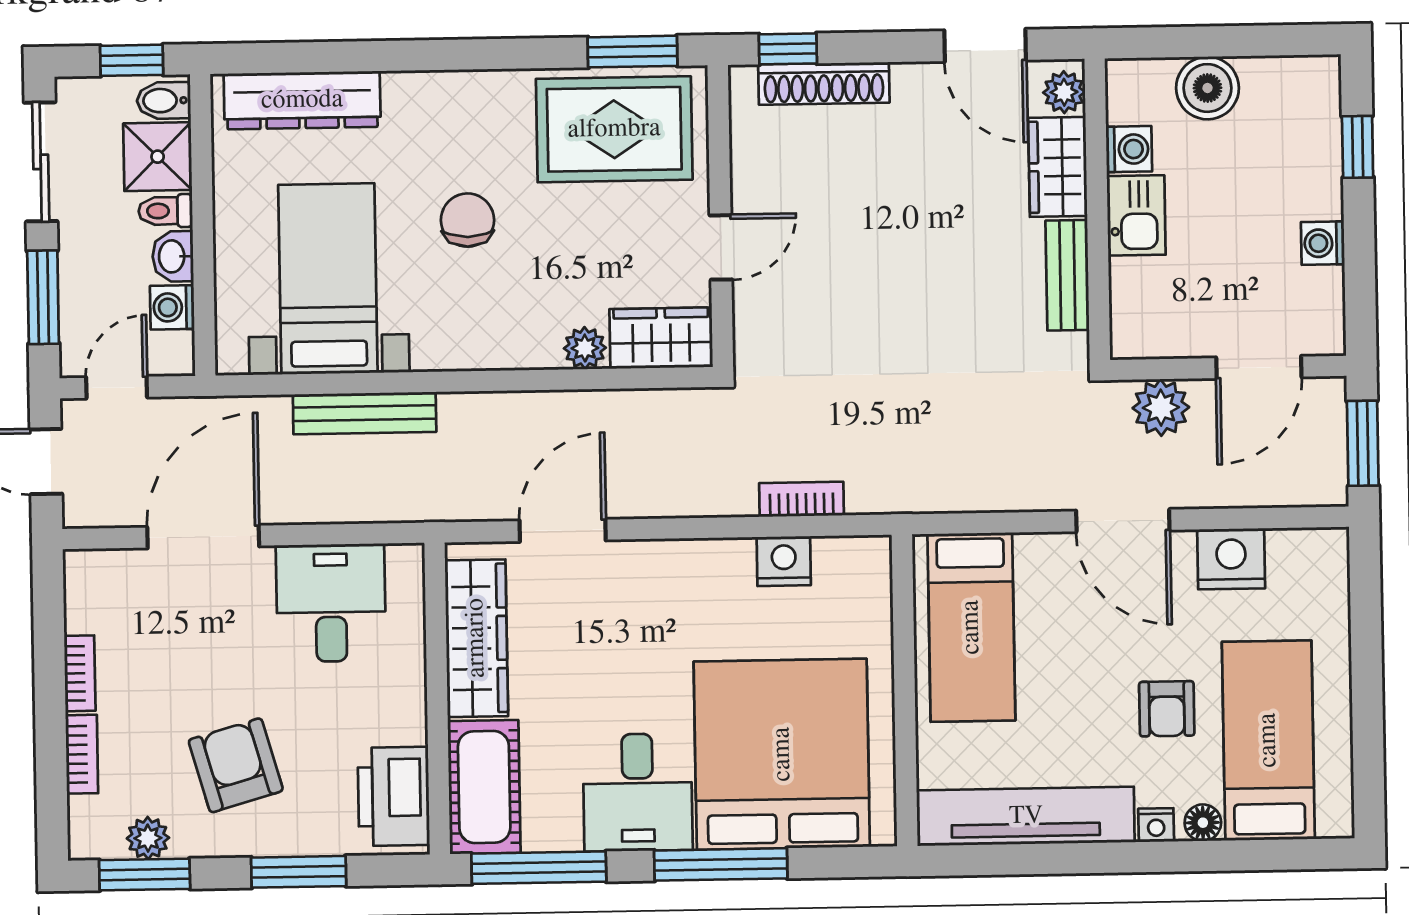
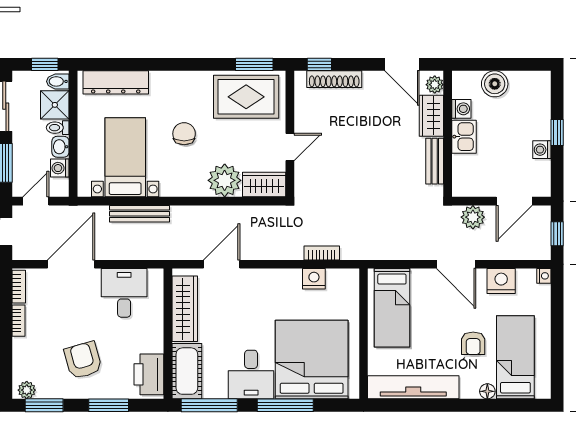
window: (1358, 147) -> (557, 132), moved
plant: (585, 348) -> (225, 180), width x1.87, depth x1.87
window: (1363, 443) -> (557, 234), width x0.67
bookcase: (82, 754) -> (19, 287), moved
nightstand: (1156, 825) -> (544, 276), moved, turned -90
plant: (148, 838) -> (27, 390), moved

